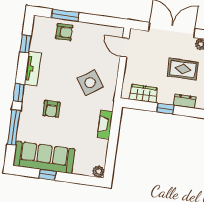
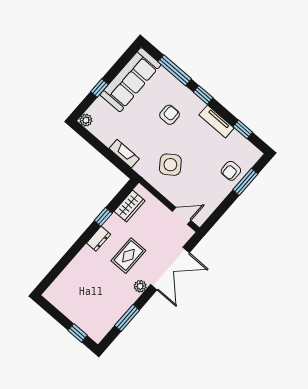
armchair: (51, 109) -> (170, 115), turned 90
window: (47, 175) -> (99, 88), moved

